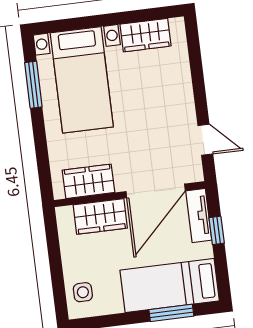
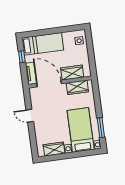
door: (205, 140) -> (30, 116), moved
door: (156, 191) -> (49, 84), hinge flipped
window: (217, 230) -> (22, 57), moved
window: (171, 313) -> (42, 32), removed

